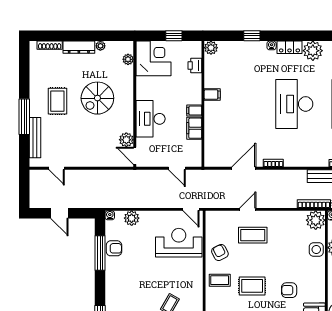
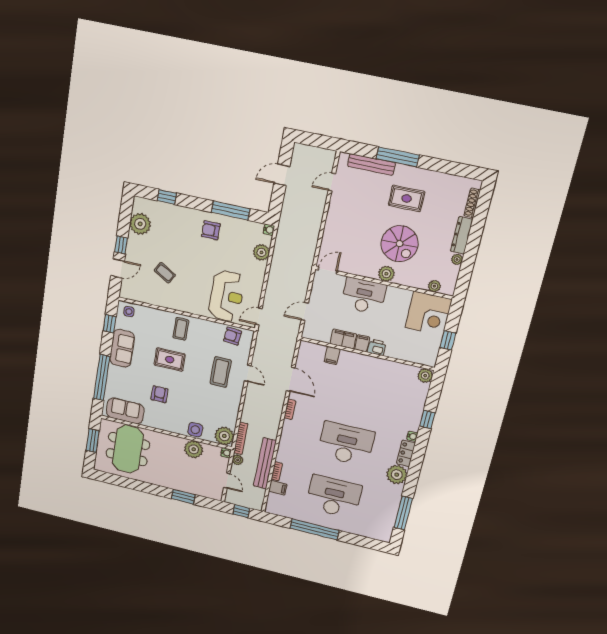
printer: (195, 66) -> (377, 347), moved
filing cabinet: (212, 95) -> (332, 355), moved
spiral stairs: (97, 98) -> (400, 244), turned 180
plant: (126, 140) -> (386, 274), moved
armchair: (114, 248) -> (211, 230), moved, turned 90
armchair: (220, 252) -> (233, 336), moved, turned -148
rug: (252, 286) -> (170, 360), turned 90

